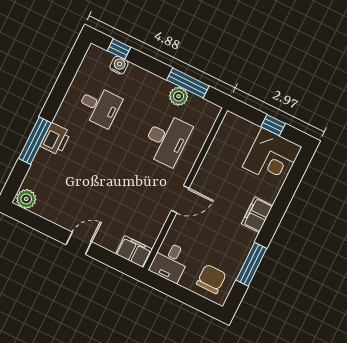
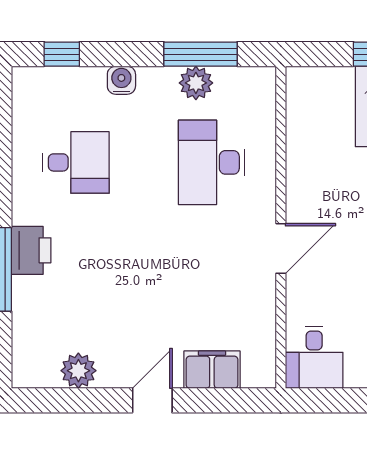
water cooler: (119, 65) -> (121, 80), moved
desk: (167, 140) -> (211, 162), turned 180
plant: (26, 199) -> (78, 371), moved
filing cabinet: (134, 252) -> (212, 370), moved

